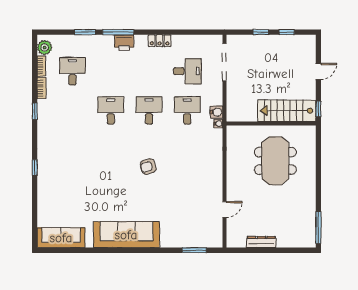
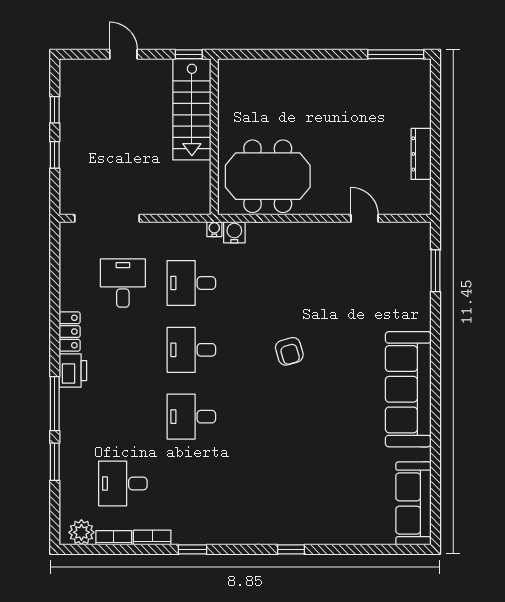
printer: (124, 43) -> (73, 371), moved
water cooler: (216, 112) -> (234, 232), moved
meeting table: (275, 161) -> (268, 176), moved

